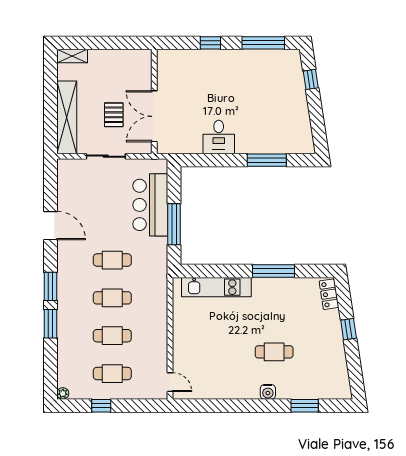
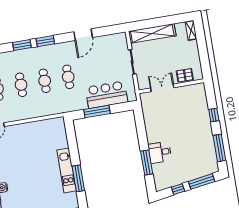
window: (311, 79) -> (202, 181), width x2.17
pallet: (114, 115) -> (185, 75), moved
double door: (154, 116) -> (162, 88), width x0.73
window: (317, 118) -> (178, 189), added
desk: (219, 137) -> (160, 152), moved
kitchen unit: (216, 287) -> (67, 170), moved
cafe table: (274, 352) -> (28, 187), removed

